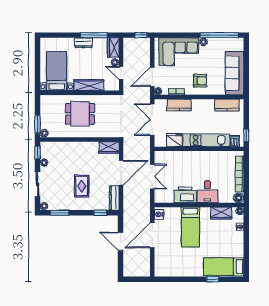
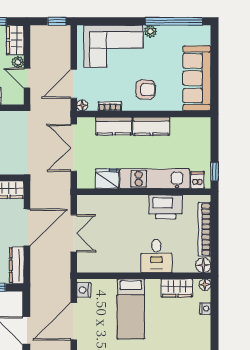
kitchen counter: (227, 105) -> (151, 126), moved
printer: (185, 195) -> (166, 207), moved, turned 180

